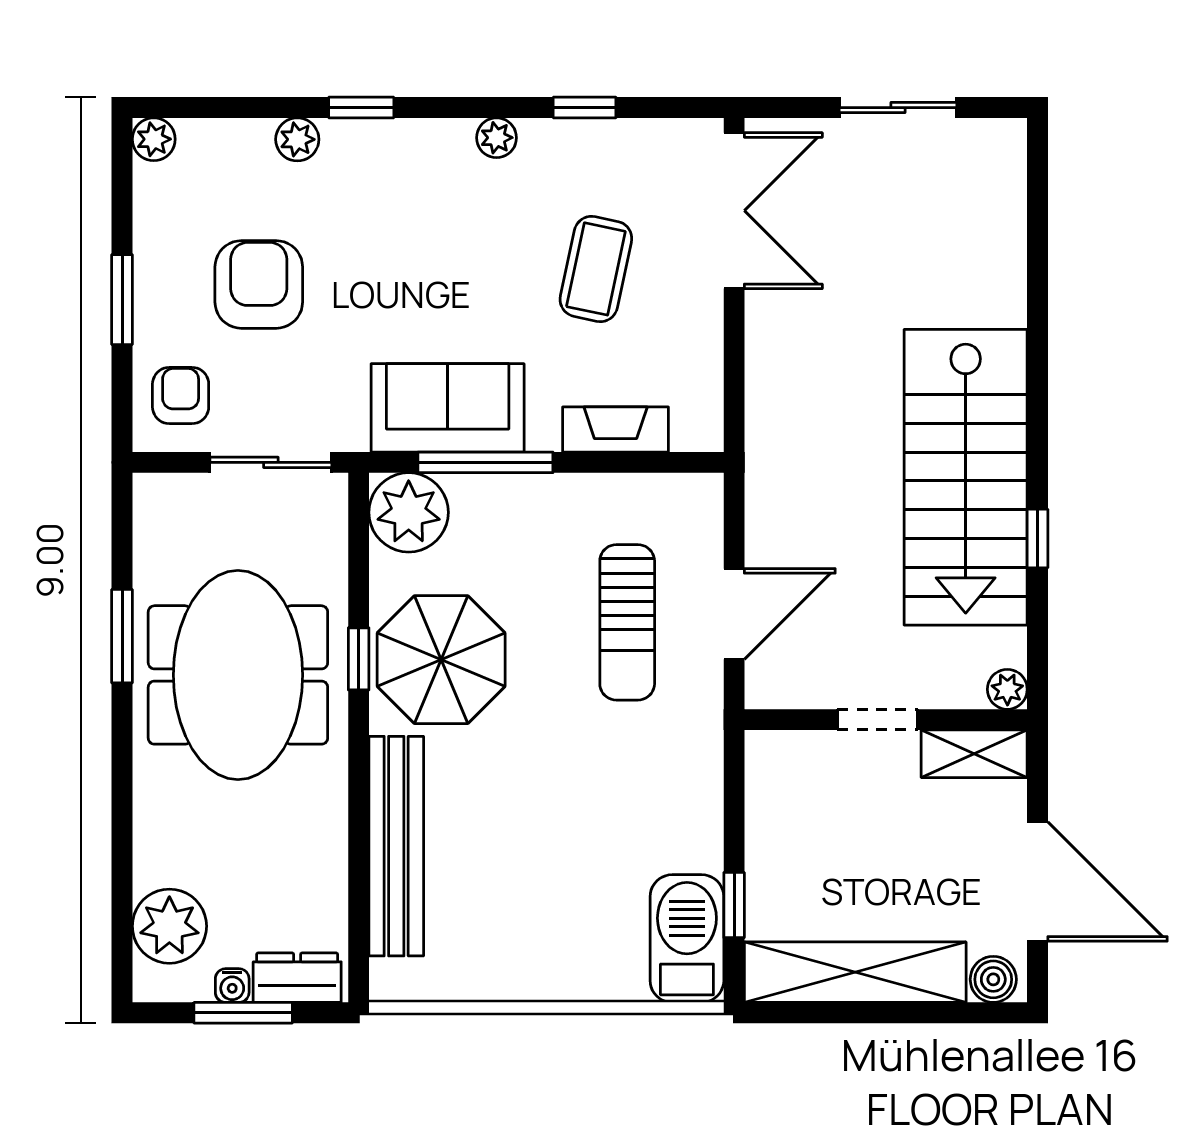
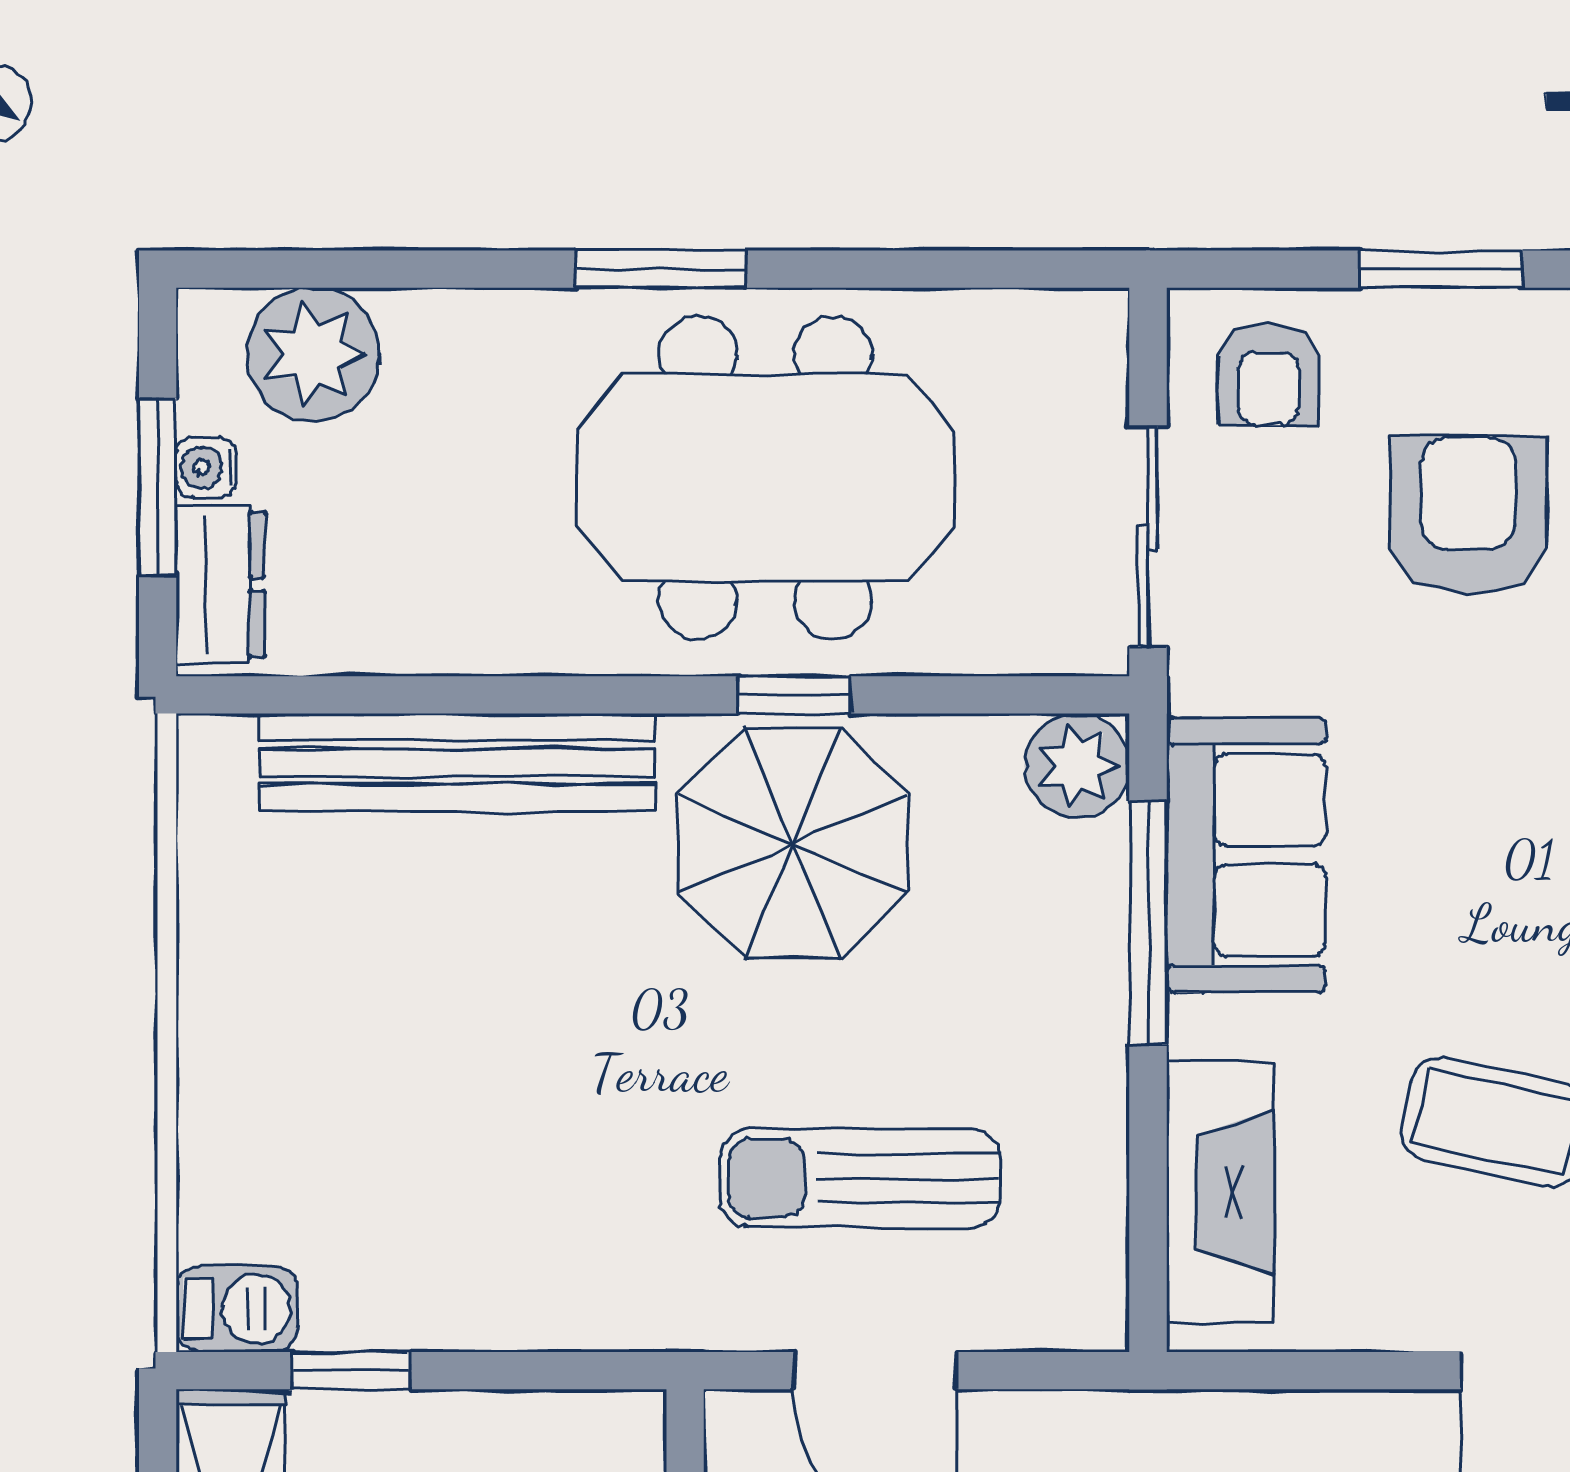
armchair: (259, 284) -> (1468, 515), turned -90
armchair: (181, 395) -> (1268, 374), turned 90
fireplace: (616, 429) -> (1220, 1192), width x1.37, depth x1.32
plant: (409, 512) -> (1077, 766), width x0.73, depth x0.73
window: (122, 636) -> (660, 269), moved
barbecue: (687, 939) -> (237, 1309), width x0.53, depth x0.65

